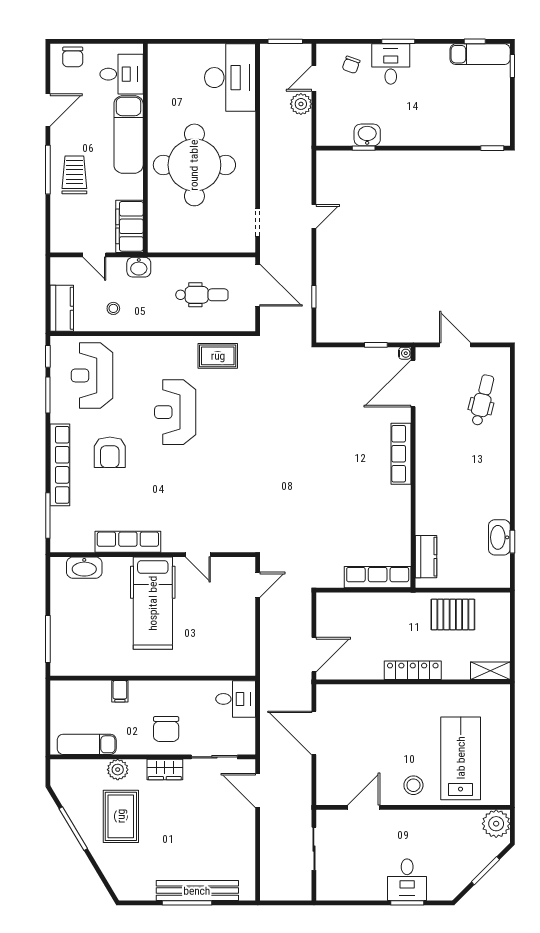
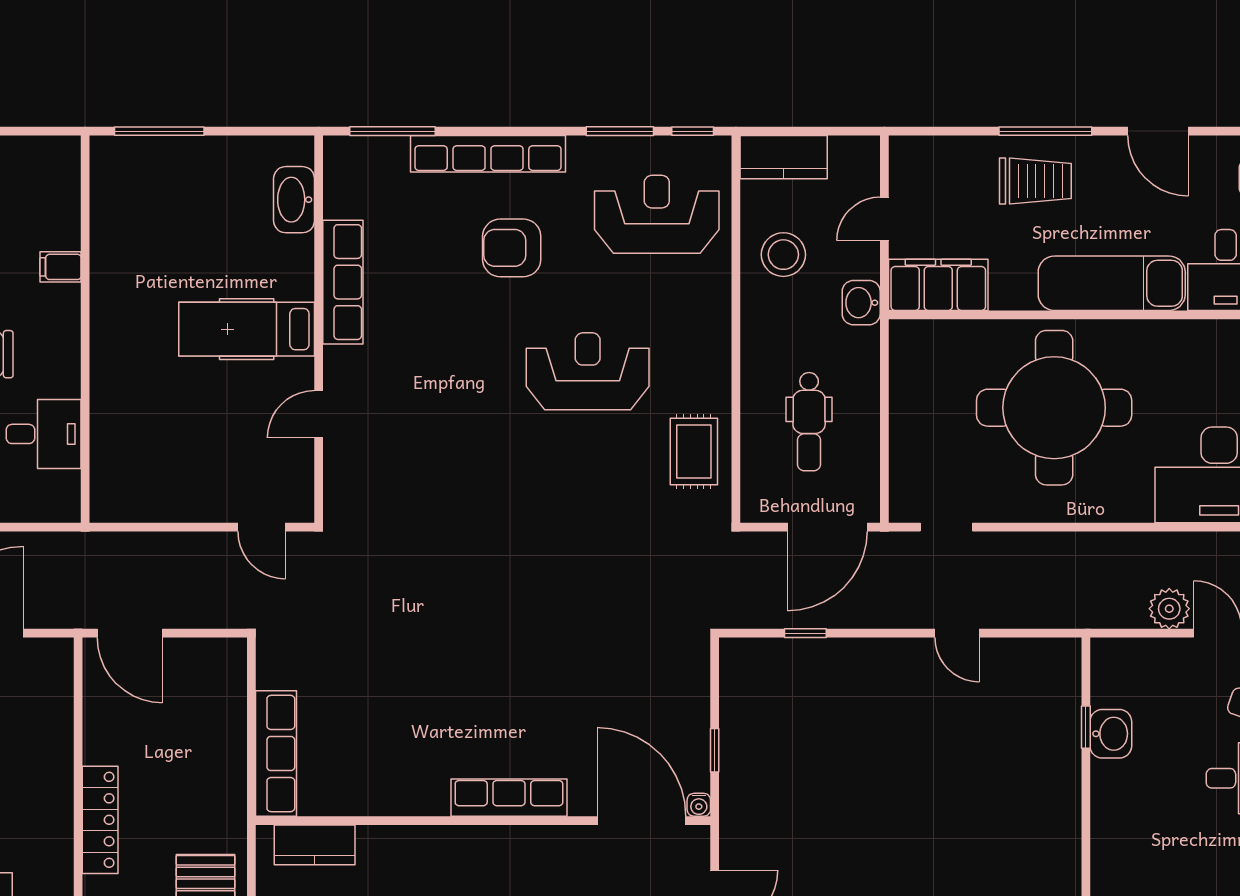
stool: (113, 308) -> (783, 255), width x1.89, depth x1.89
hospital bed: (153, 603) -> (247, 329), width x0.73, depth x0.78
desk: (236, 699) -> (44, 434), moved, turned -90

